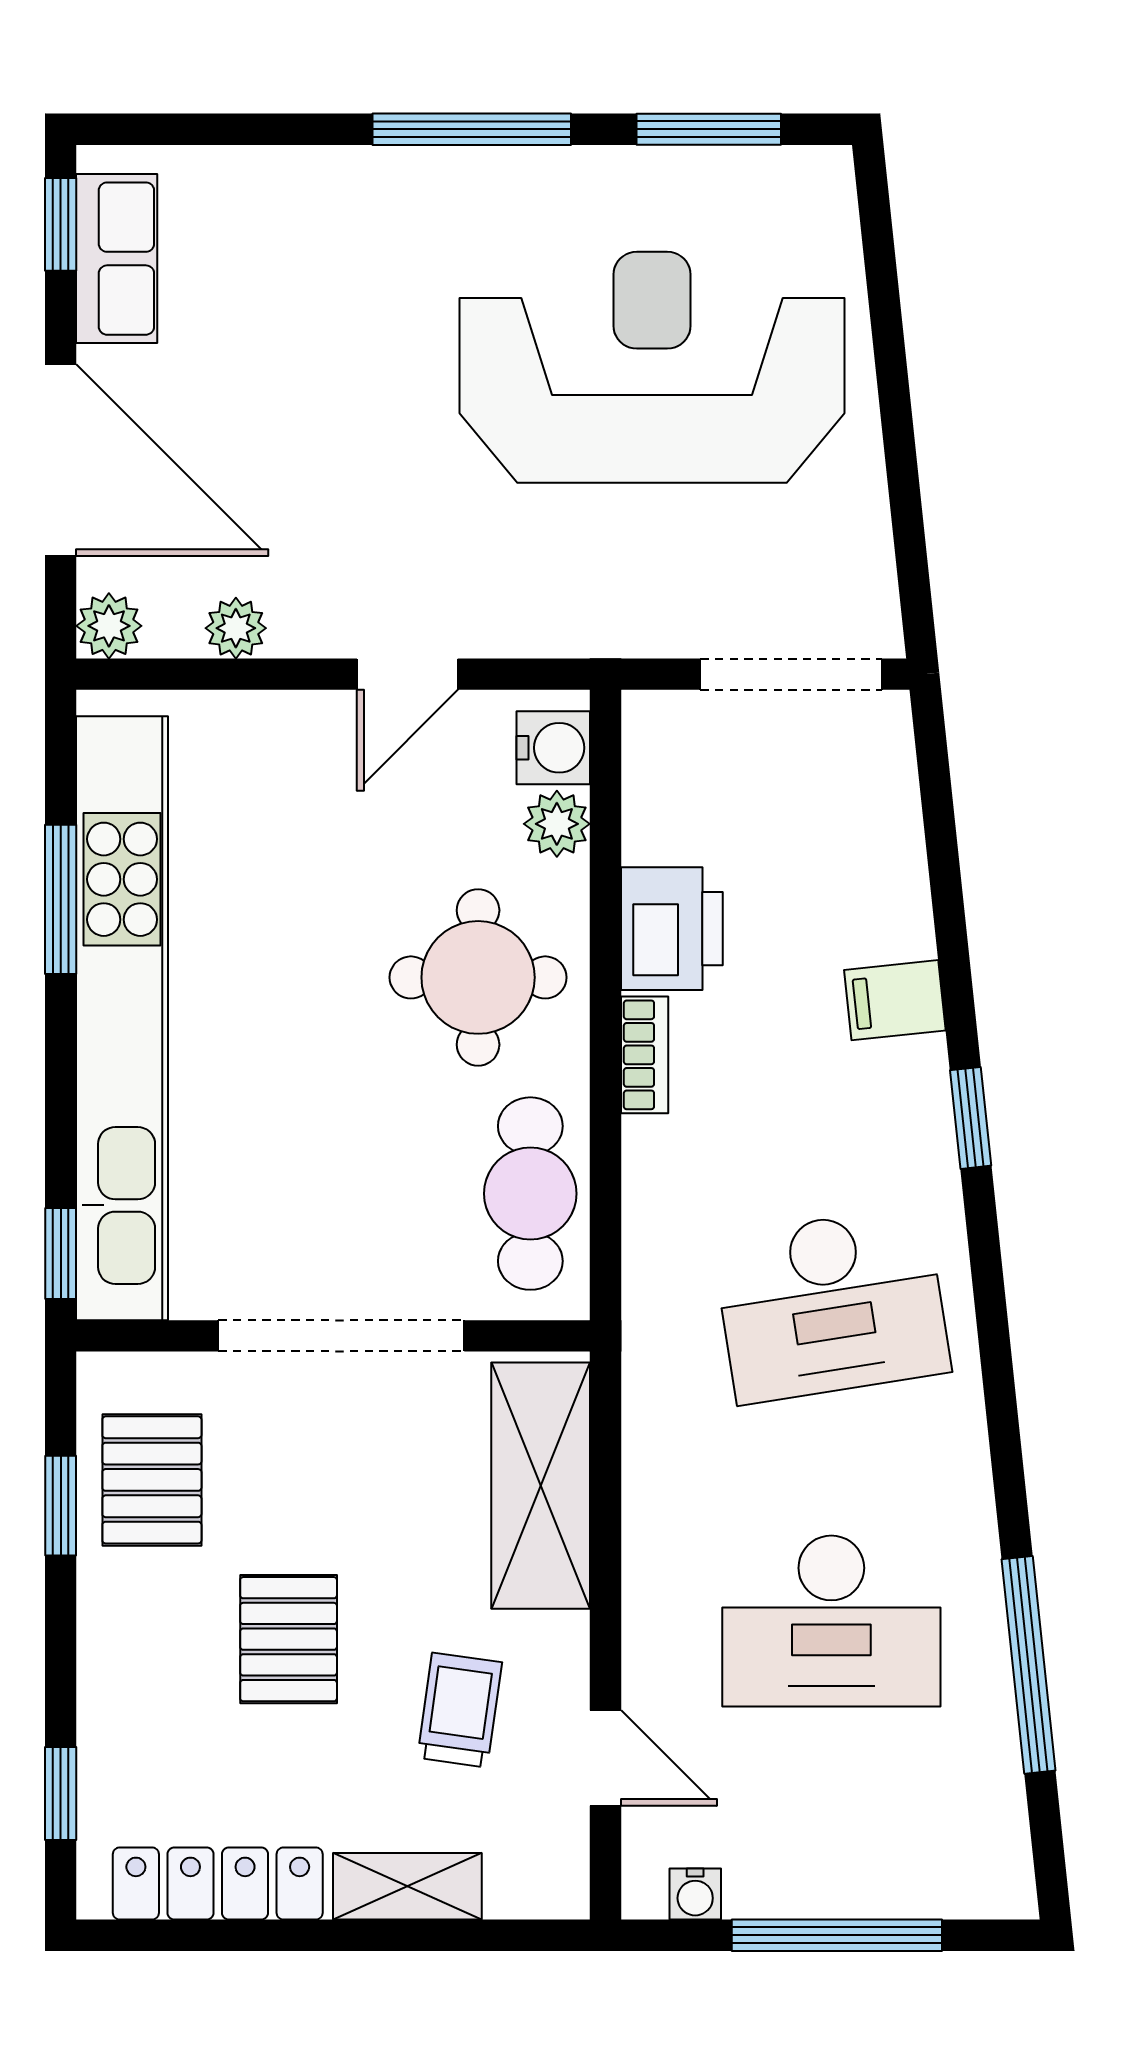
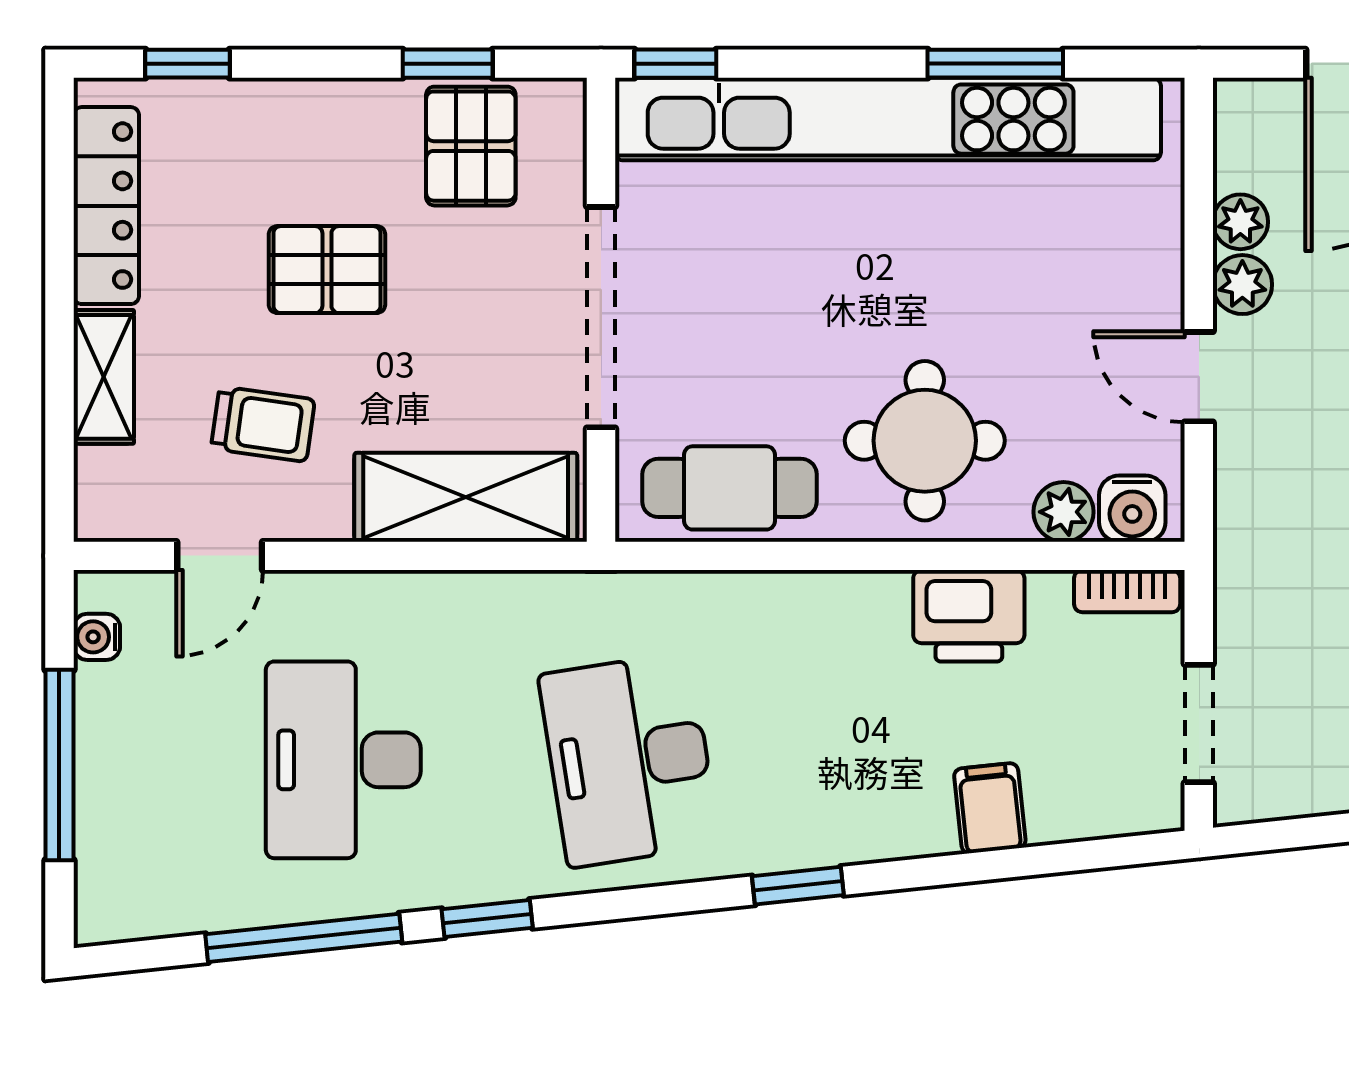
plant: (109, 626) -> (1242, 285), moved
doorway: (791, 674) -> (1199, 724), width x0.73
filing cabinet: (895, 1000) -> (990, 808), moved
bookcase: (645, 1055) -> (1127, 591), moved
window: (1007, 1462) -> (487, 919), added
pallet: (152, 1480) -> (471, 146), turned 90

